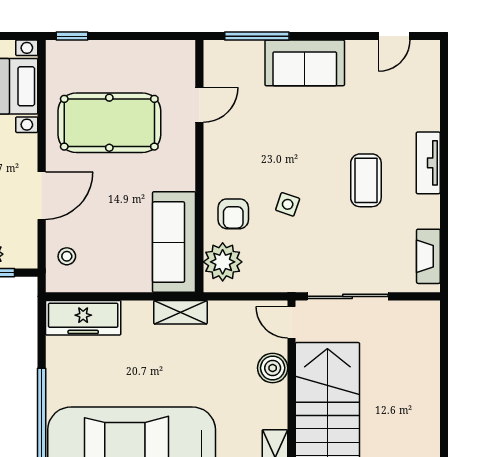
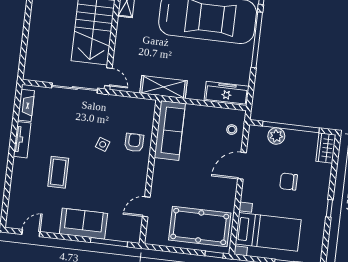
pool table: (109, 123) -> (200, 226), moved
tv unit: (428, 163) -> (22, 140), moved
coffee table: (366, 180) -> (58, 172), moved
plant: (223, 262) -> (143, 116), removed
shelving: (180, 312) -> (164, 87), width x1.50, depth x1.33
boiler: (273, 368) -> (122, 52), removed

